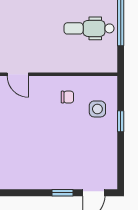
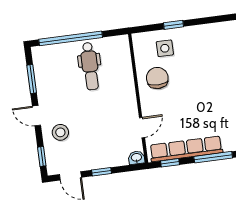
chair: (67, 97) -> (157, 78), width x1.87, depth x1.87

